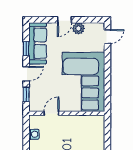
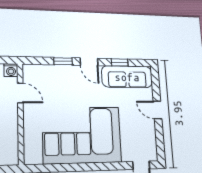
plant: (78, 28) -> (148, 127), removed
door: (51, 113) -> (20, 93), moved
wall: (67, 113) -> (21, 113), moved

